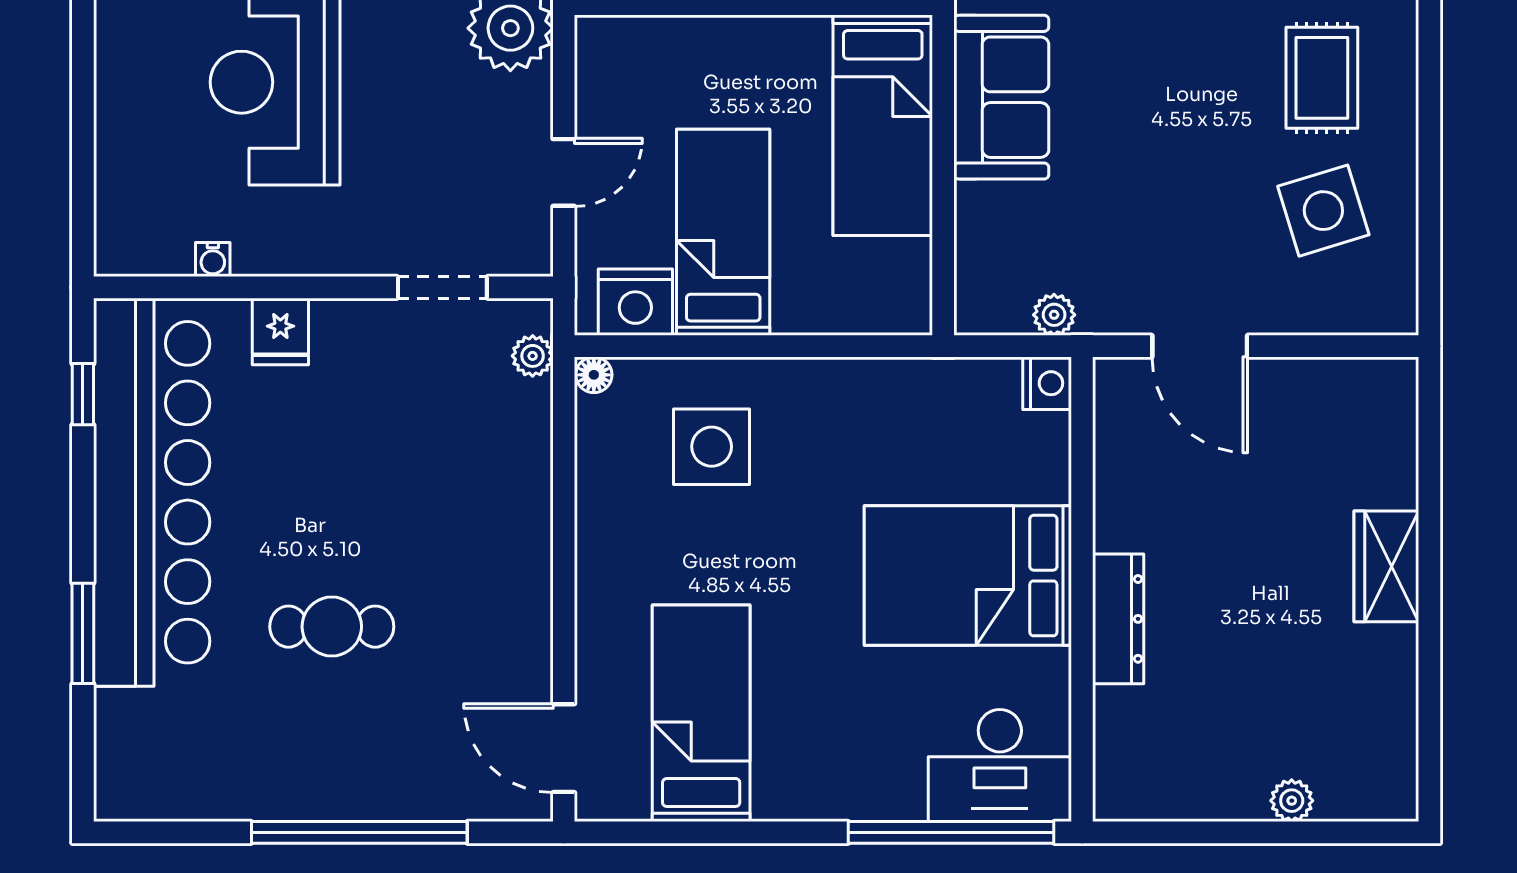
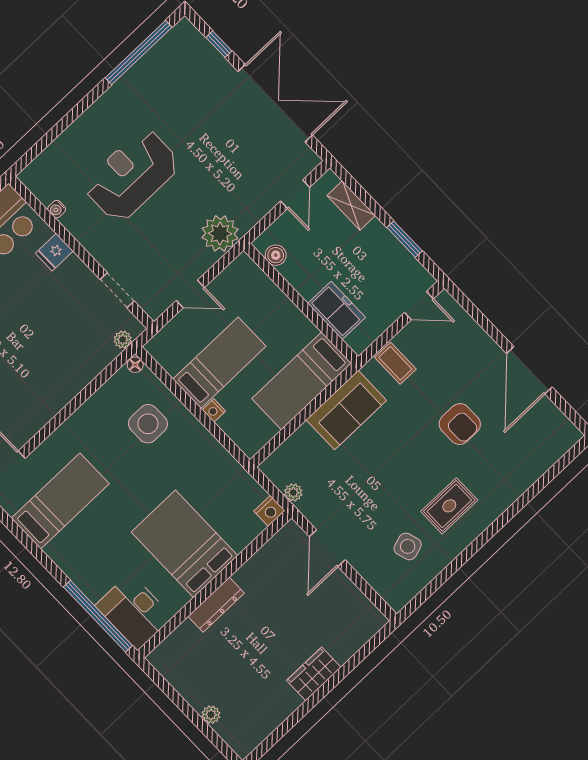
side table: (1323, 211) -> (408, 546), width x0.73, depth x0.73
nightstand: (635, 302) -> (214, 411), moved, width x0.53, depth x0.56

